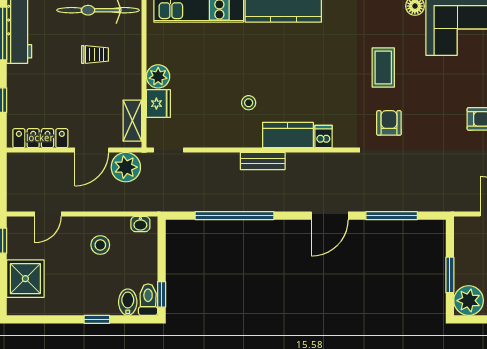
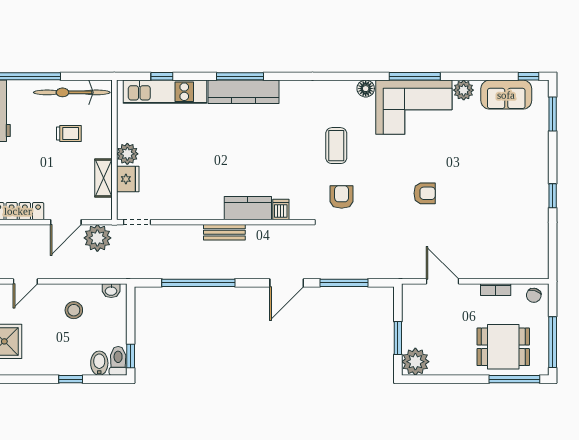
stool: (249, 103) -> (211, 178), removed
shelving: (132, 121) -> (104, 178), moved

